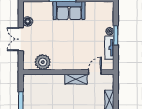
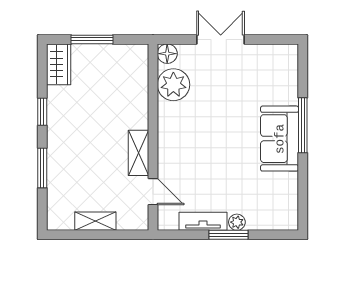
floor lamp: (28, 21) -> (167, 54), moved

